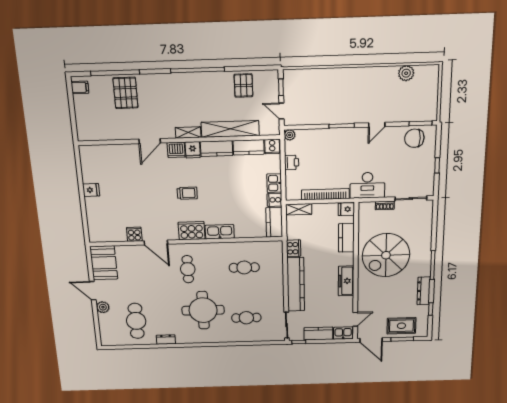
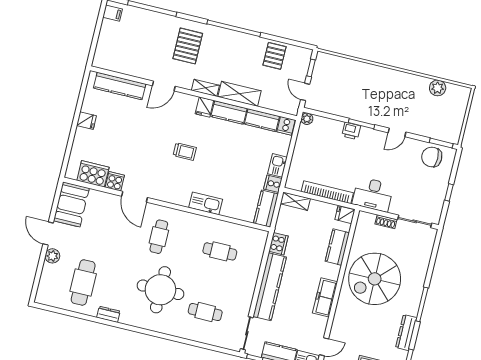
pallet: (125, 93) -> (188, 46), moved
shelving: (230, 129) -> (239, 94), width x0.68
dishwasher: (176, 150) -> (188, 102), removed
kitchen counter: (110, 152) -> (120, 86), added
printer: (292, 162) -> (351, 131), moved, turned 90
cooker: (192, 231) -> (93, 174), moved

